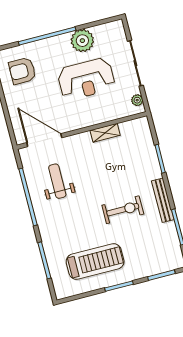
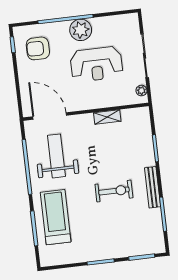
plant: (82, 41) -> (81, 30), moved
weight bench: (57, 181) -> (56, 156), width x1.36, depth x1.33
treadmill: (95, 261) -> (56, 217), moved, turned -90

